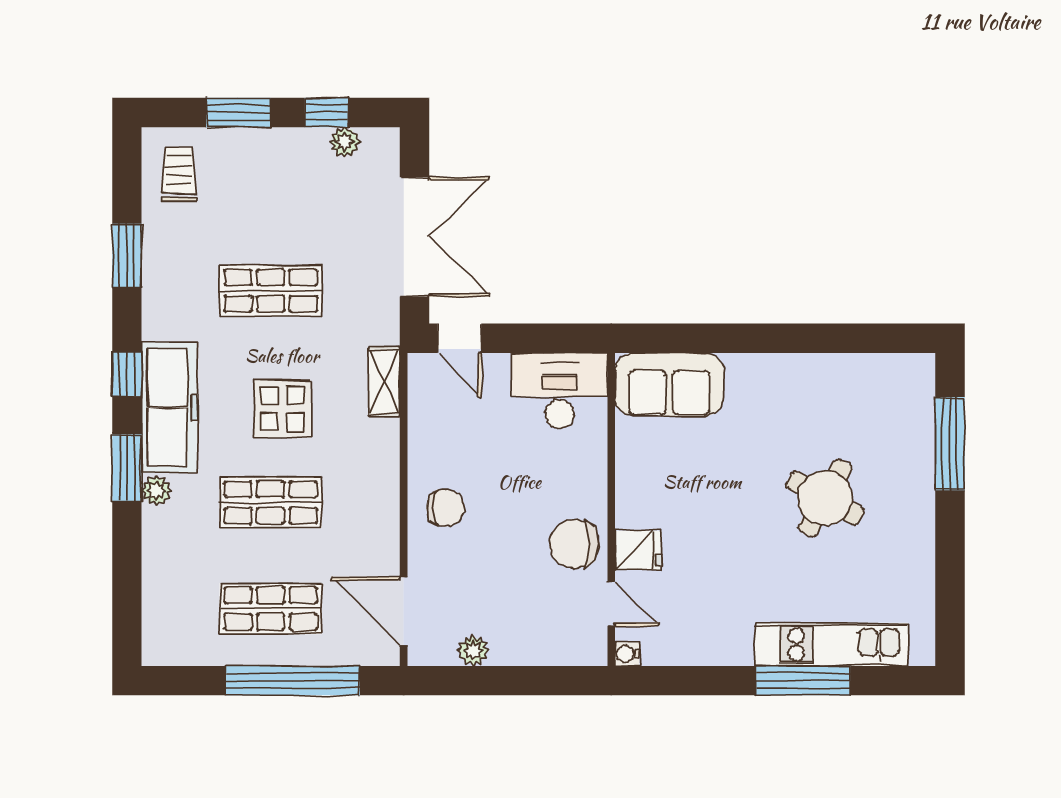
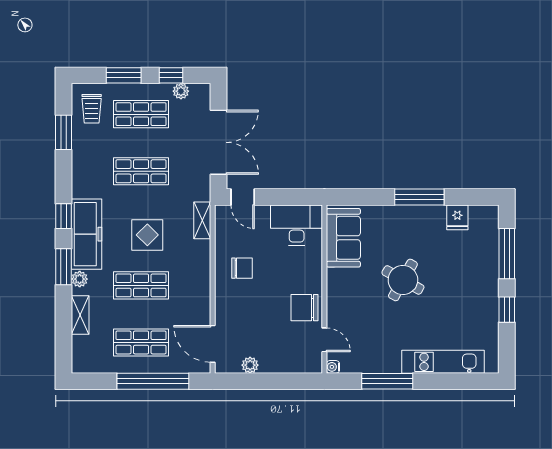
trolley: (179, 174) -> (92, 109), turned 180
shop shelf: (271, 185) -> (141, 114), added
window: (127, 256) -> (64, 132), moved
window: (788, 338) -> (419, 197), added
sofa: (669, 384) -> (343, 238), moved, turned -90
round table: (825, 498) -> (403, 280), moved
chair: (445, 508) -> (242, 268), moved
window: (950, 547) -> (507, 310), added
fridge: (638, 550) -> (457, 217), moved, turned 90
shelving: (158, 557) -> (80, 315), added
window: (803, 681) -> (387, 381), moved

